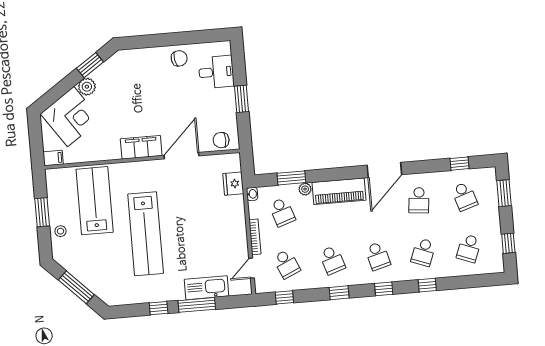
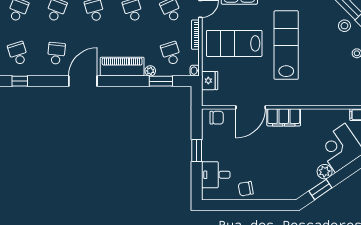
lab bench: (95, 201) -> (234, 43), moved, turned 90
stool: (78, 263) -> (344, 26), added

